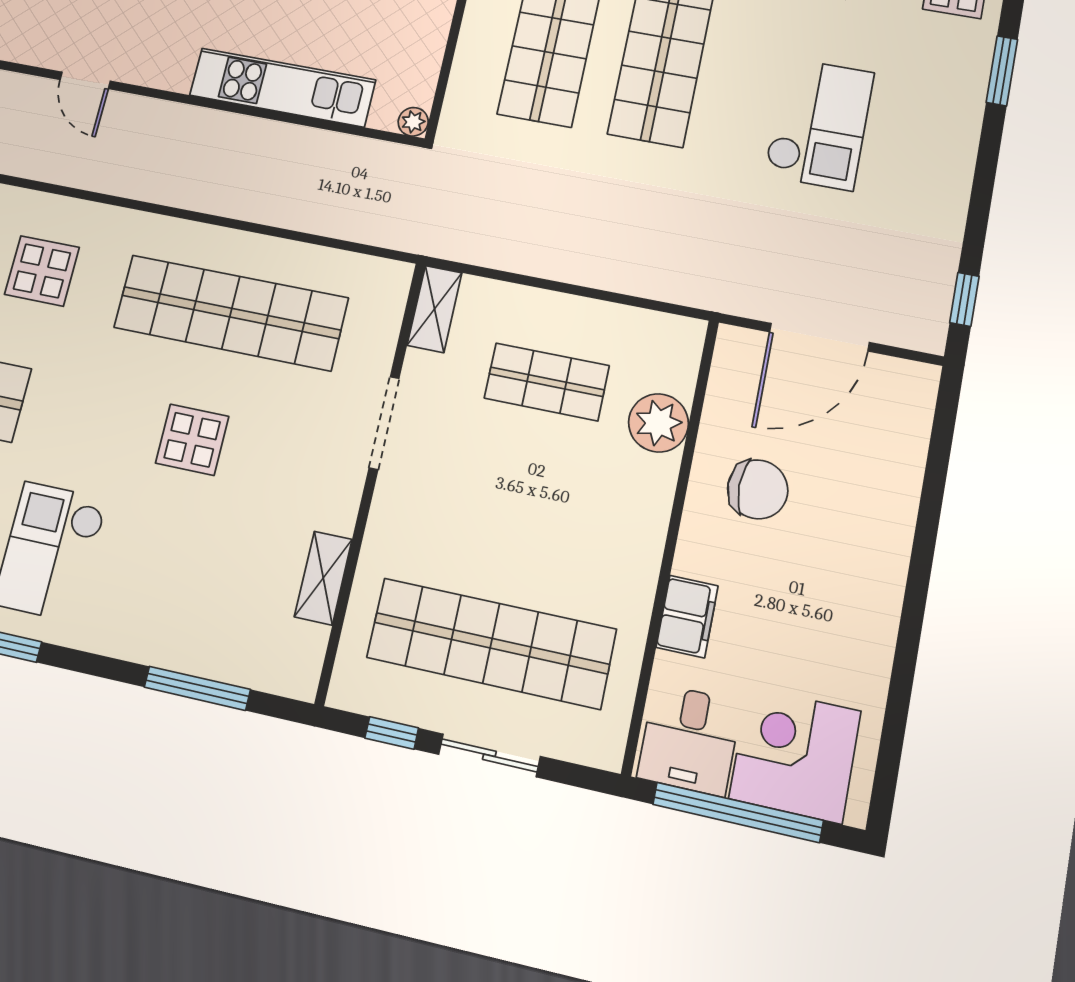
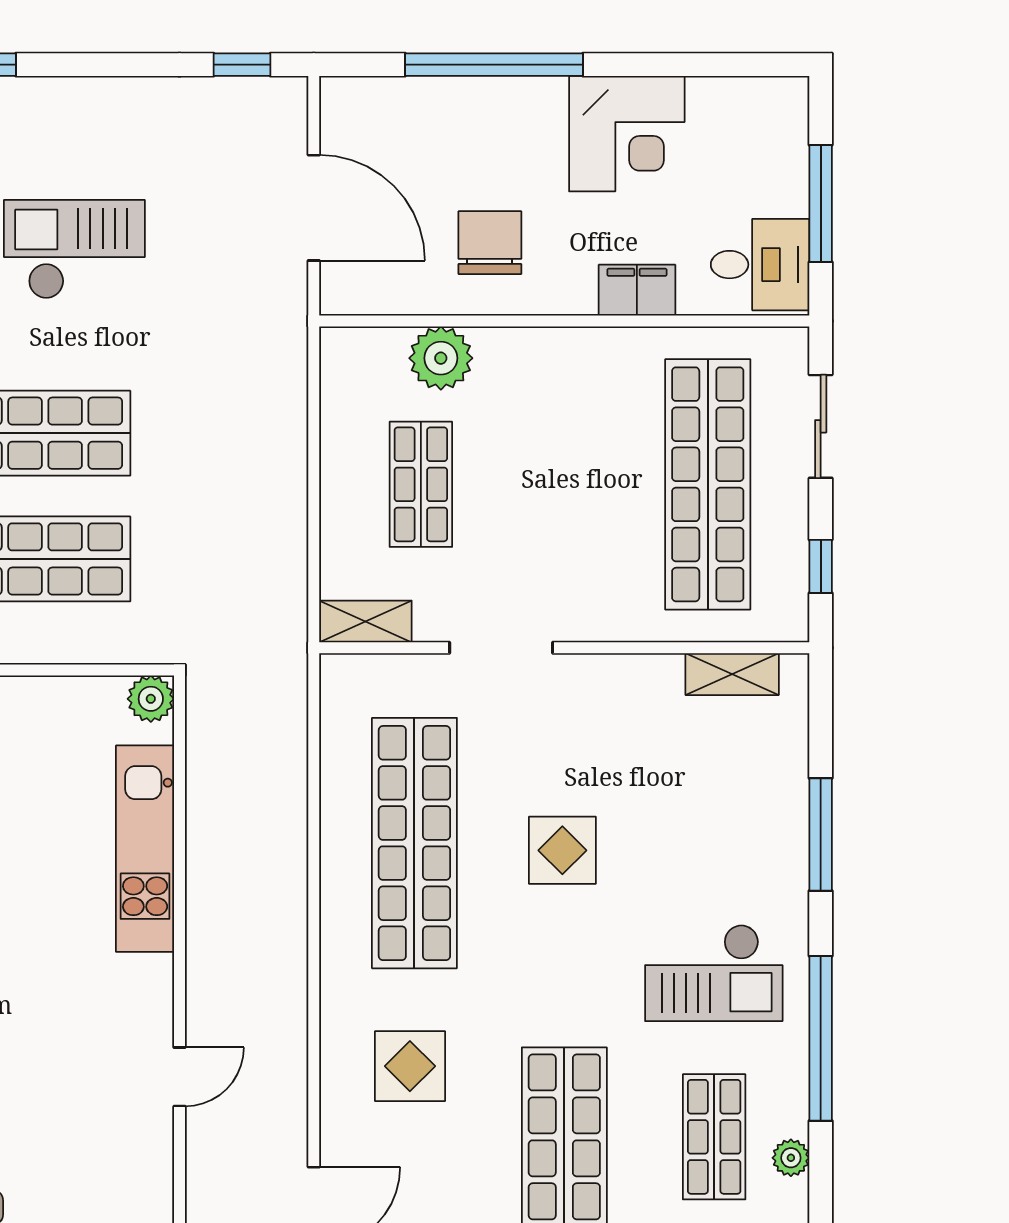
plant: (413, 122) -> (151, 699), width x1.38, depth x1.38
window: (927, 528) -> (494, 65), added
shelving: (323, 578) -> (732, 674), moved
window: (197, 688) -> (821, 834), moved
sliding door: (489, 755) -> (821, 426), moved
corner desk: (795, 755) -> (627, 134), moved, turned -90
window: (738, 812) -> (821, 204), width x0.68

